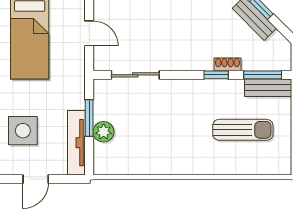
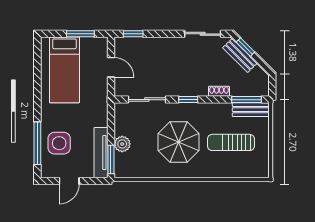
window: (216, 75) -> (188, 100), moved
window: (89, 118) -> (111, 160), moved
parasol: (176, 129) -> (179, 142), added
sun lounger: (243, 130) -> (231, 142), turned 180

